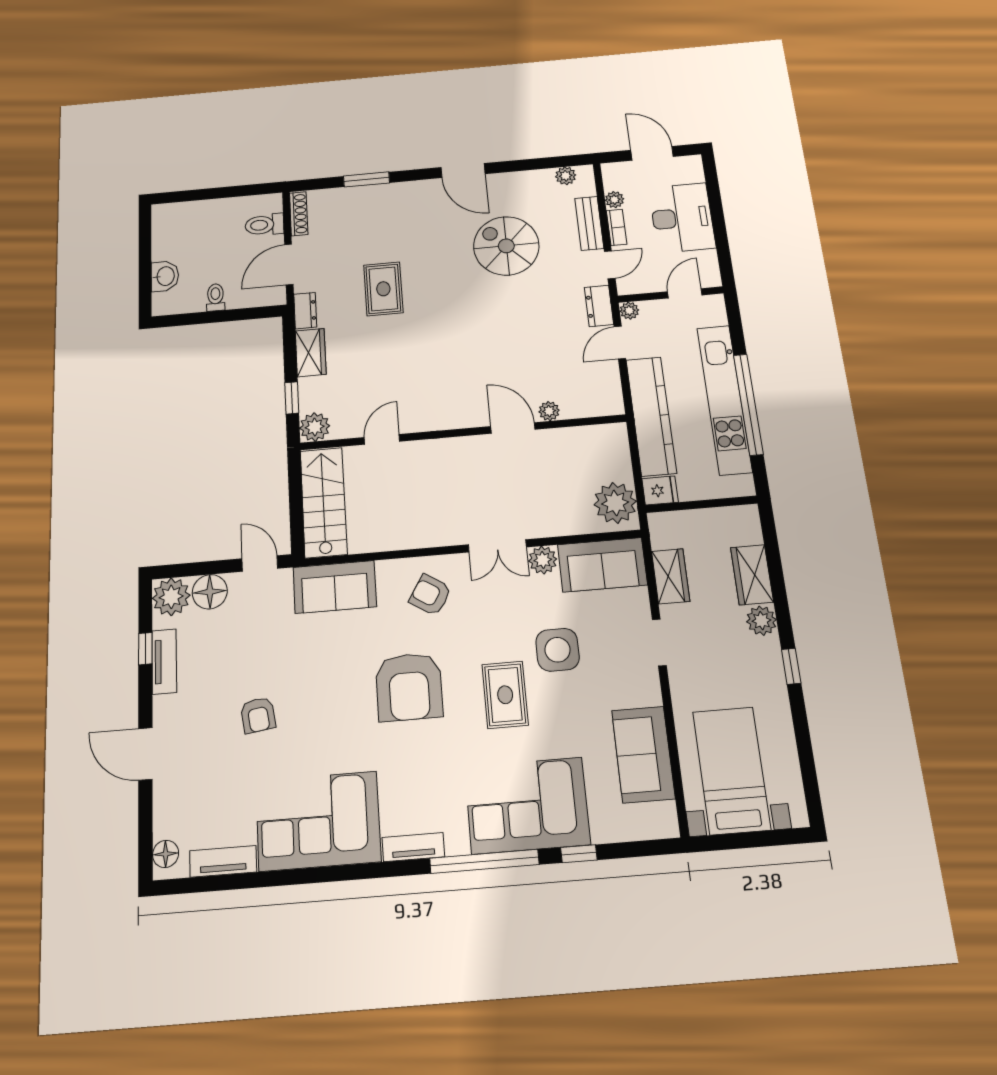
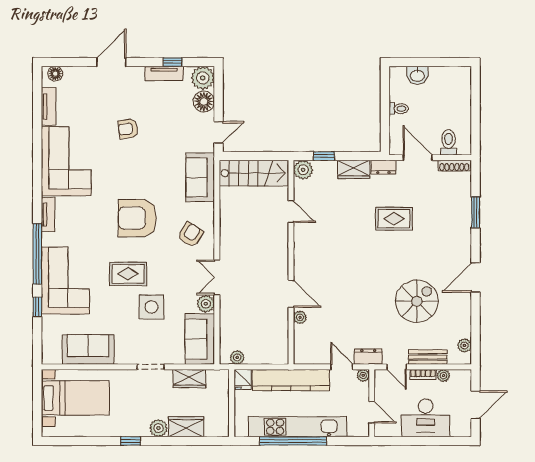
door: (513, 428) -> (291, 294), hinge flipped
plant: (615, 503) -> (237, 357), width x0.53, depth x0.53

